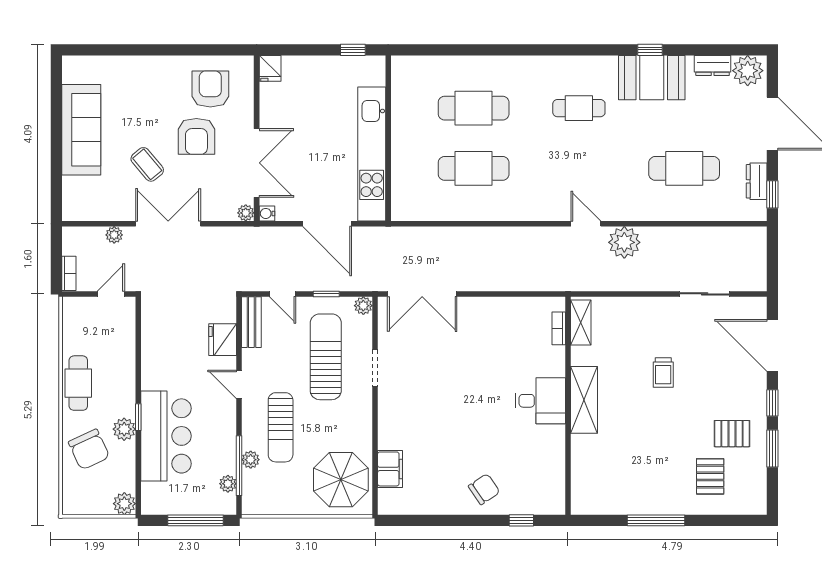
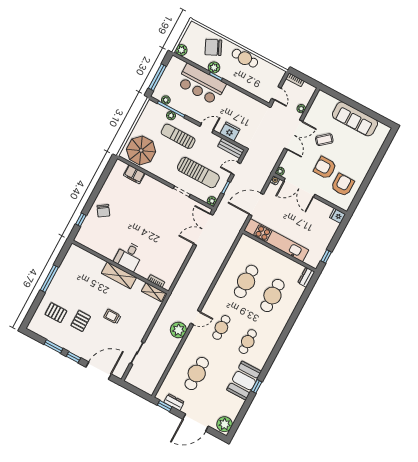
dresser: (713, 66) -> (306, 277), moved
armchair: (210, 89) -> (343, 185), turned -90
cafe table: (579, 168) -> (221, 327), added
pallet: (732, 434) -> (81, 321), moved

